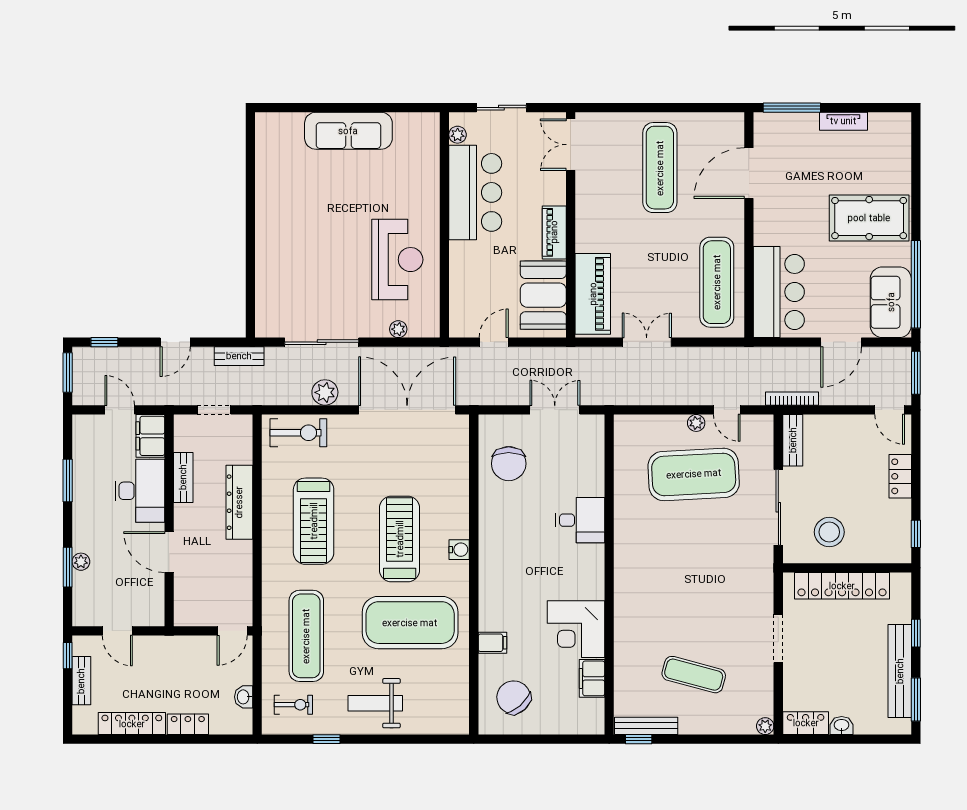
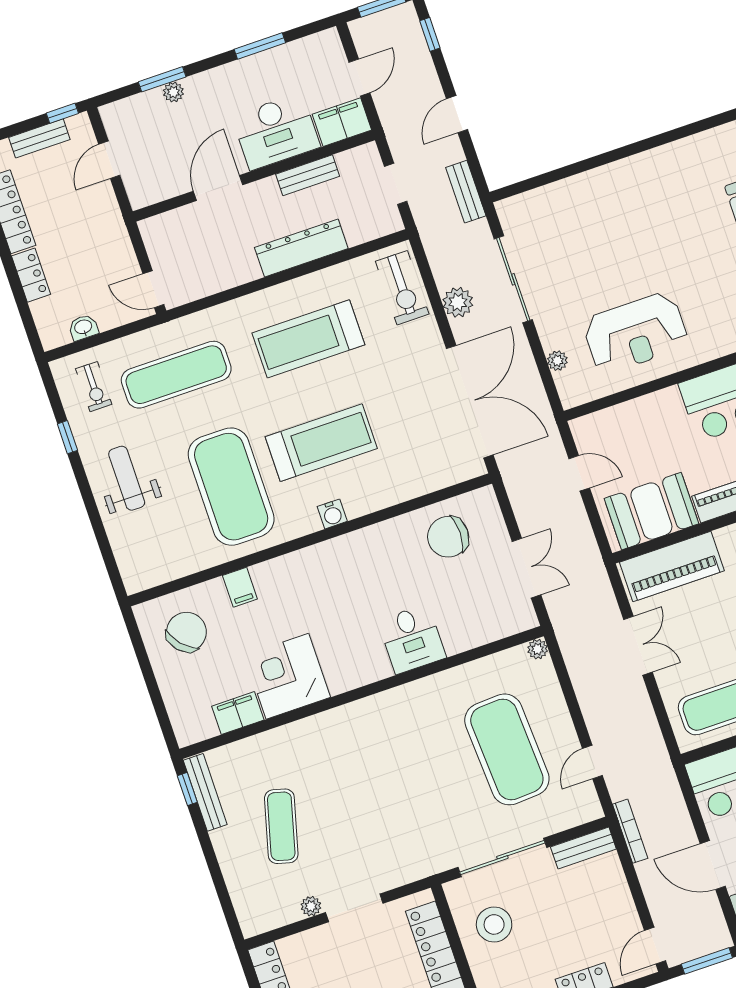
door: (175, 342) -> (457, 114), hinge flipped
plant: (696, 423) -> (538, 649), moved
plant: (765, 726) -> (311, 906), moved

